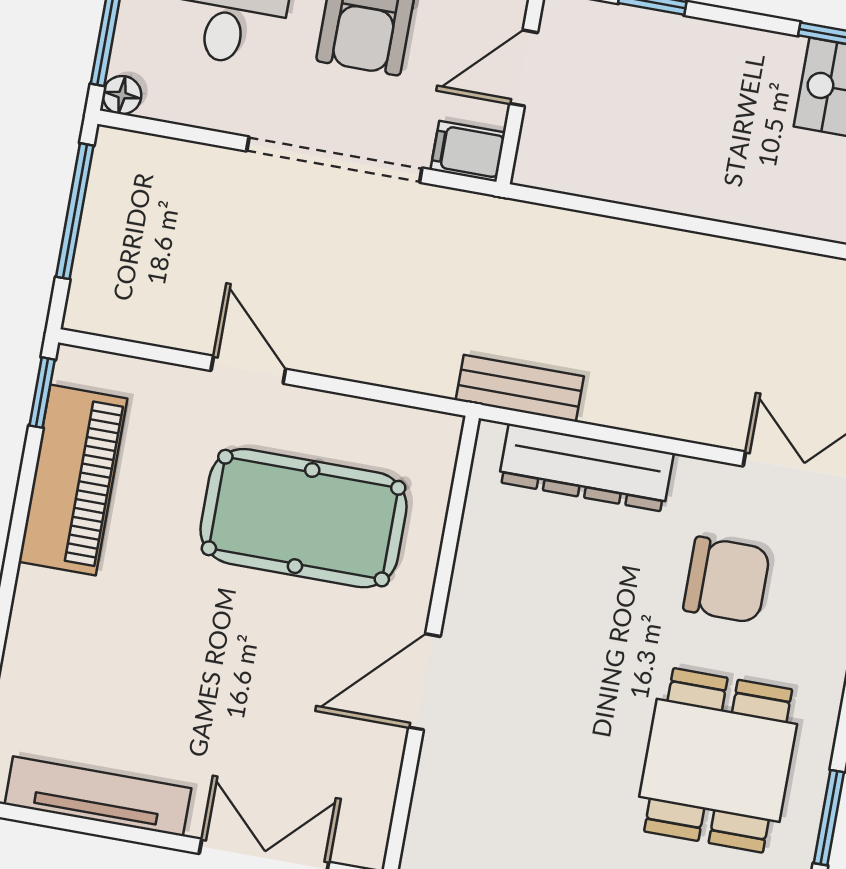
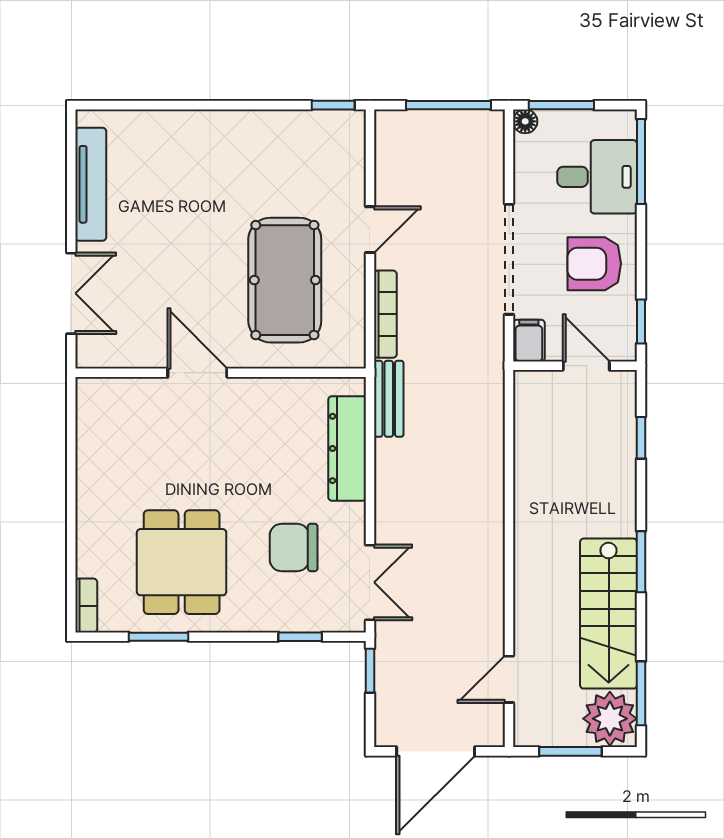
bookcase: (386, 370) -> (385, 314), added
piano: (73, 480) -> (283, 134), removed
chair: (727, 580) -> (294, 547), turned 90
dining table: (718, 760) -> (182, 562), turned 90

